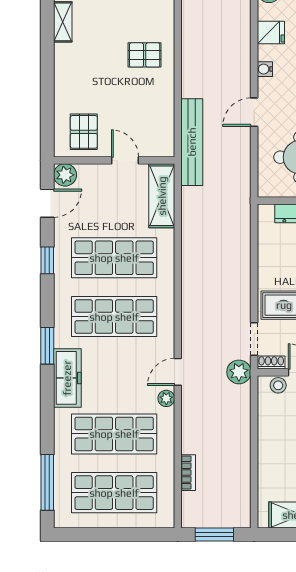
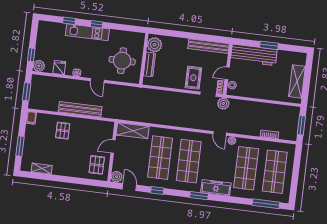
pallet: (84, 132) -> (97, 165), turned 90
bench: (192, 142) -> (80, 109), moved

